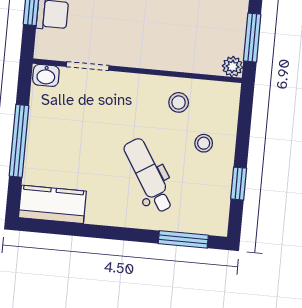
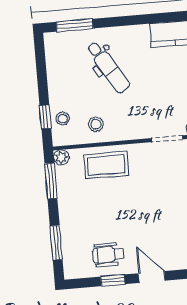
coffee table: (175, 46) -> (106, 165), added
stool: (204, 143) -> (63, 119), moved
window: (239, 184) -> (45, 117), moved

